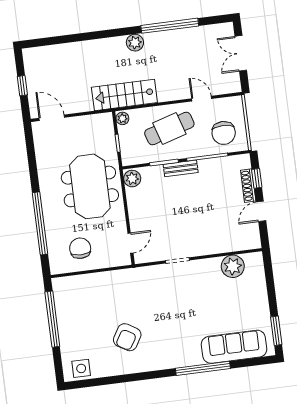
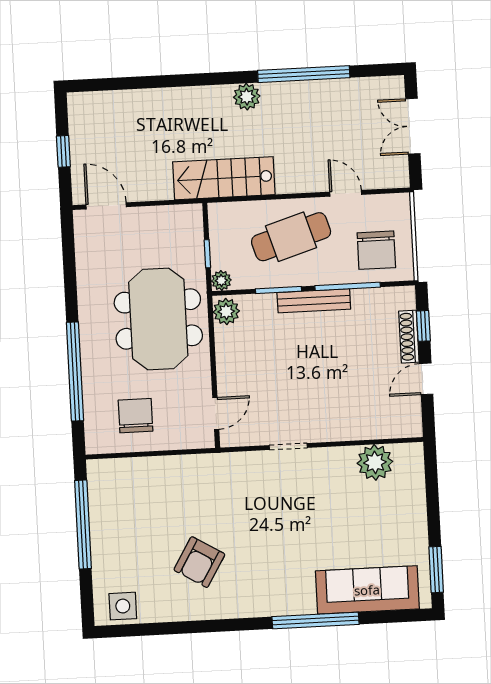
plant: (122, 118) -> (221, 280), moved
bench: (181, 168) -> (314, 301), width x1.36

